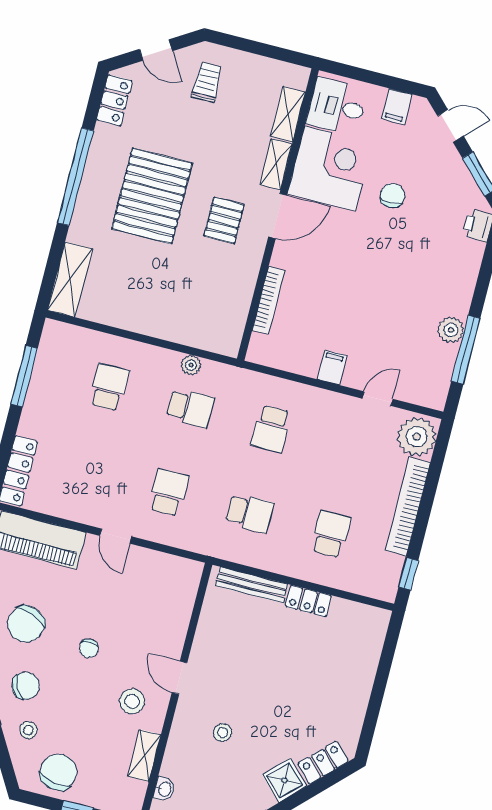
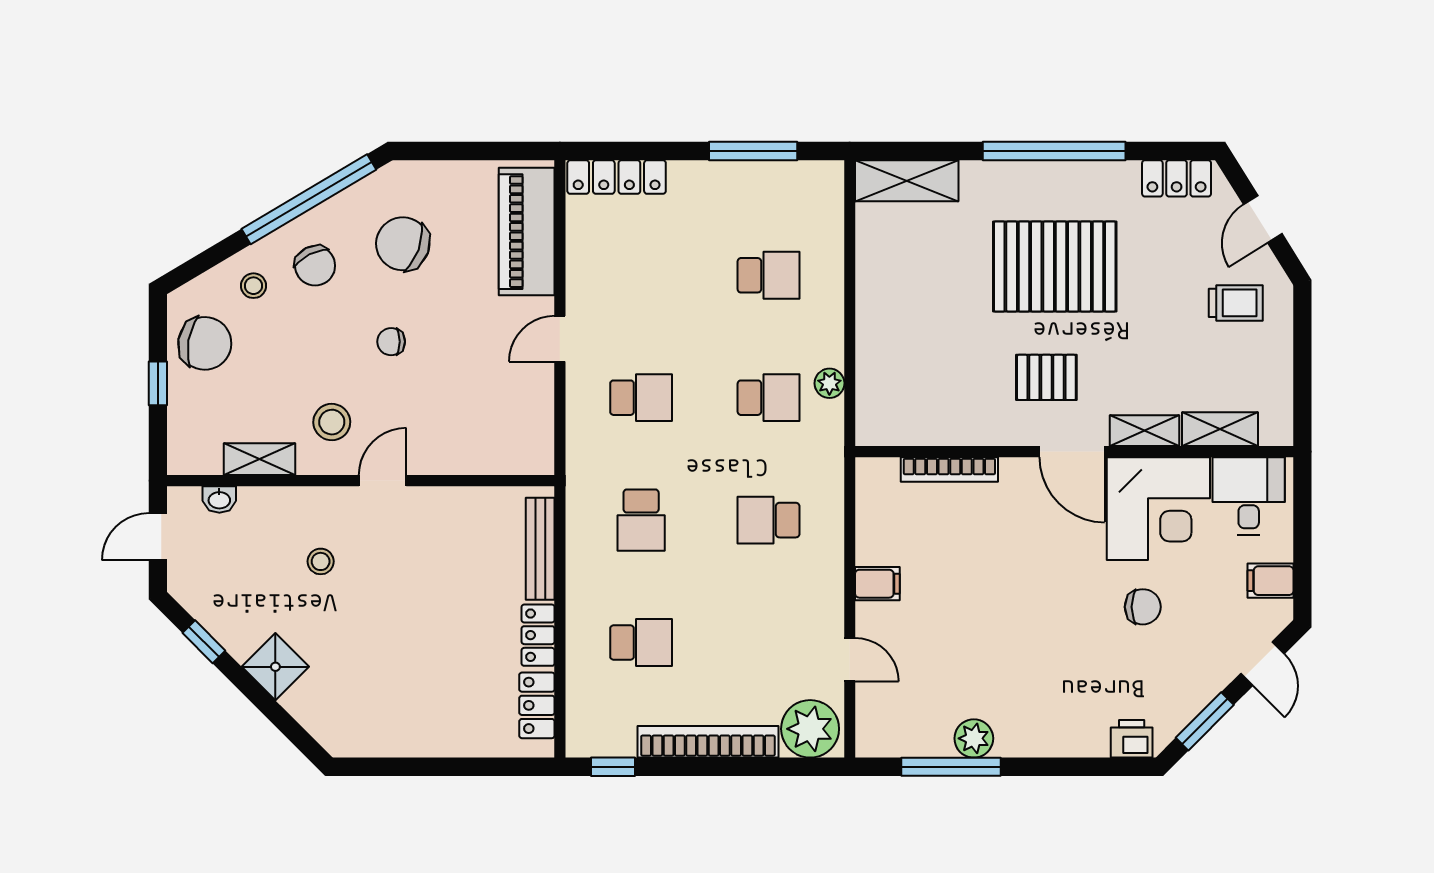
school desk: (190, 408) -> (769, 398), turned -90
locker: (323, 763) -> (537, 705), moved, turned -135

